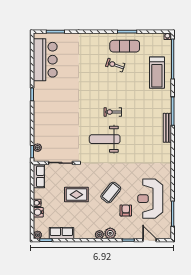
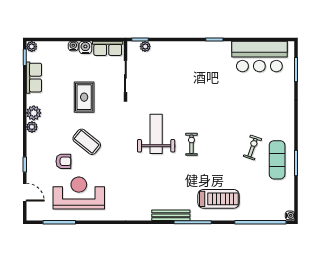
treadmill: (157, 73) -> (218, 199), moved, turned 180
water cooler: (38, 212) -> (85, 47), moved
plant: (110, 233) -> (34, 113), moved
door: (150, 240) -> (25, 192), hinge flipped

